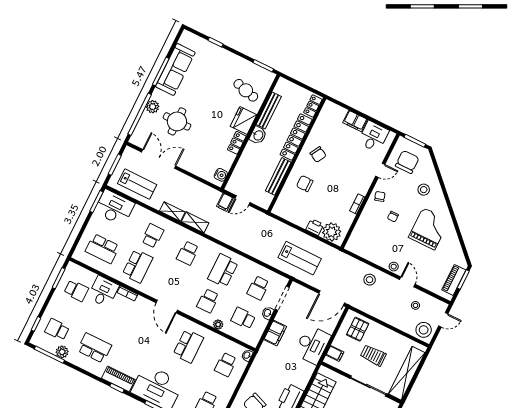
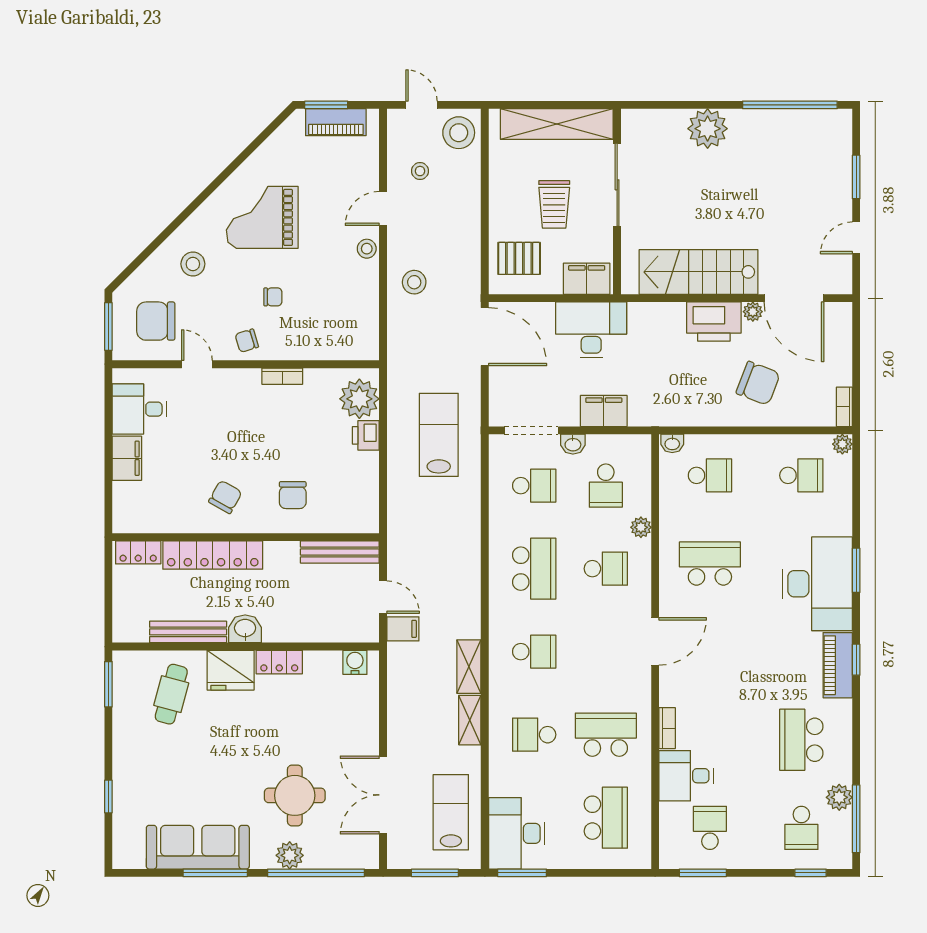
bench: (278, 176) -> (340, 552), moved
school desk: (223, 270) -> (534, 569), turned -90
filing cabinet: (335, 353) -> (587, 279), width x2.00

